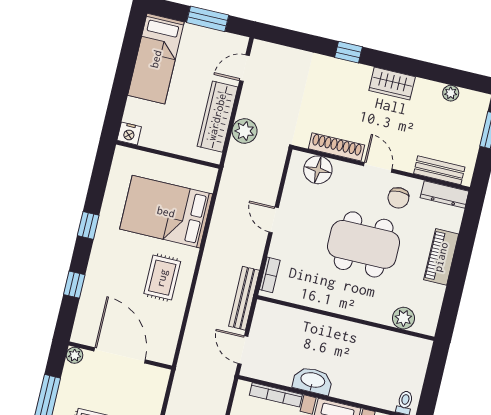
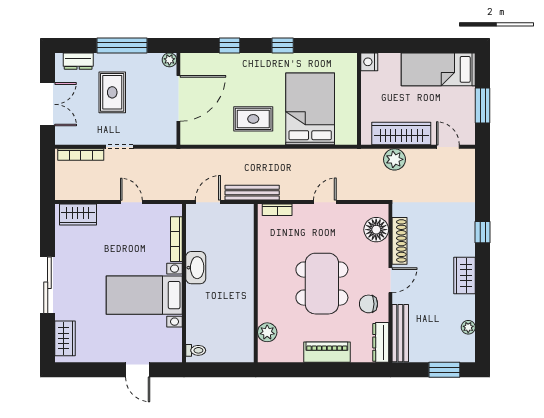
bench: (439, 170) -> (400, 333), width x1.36

